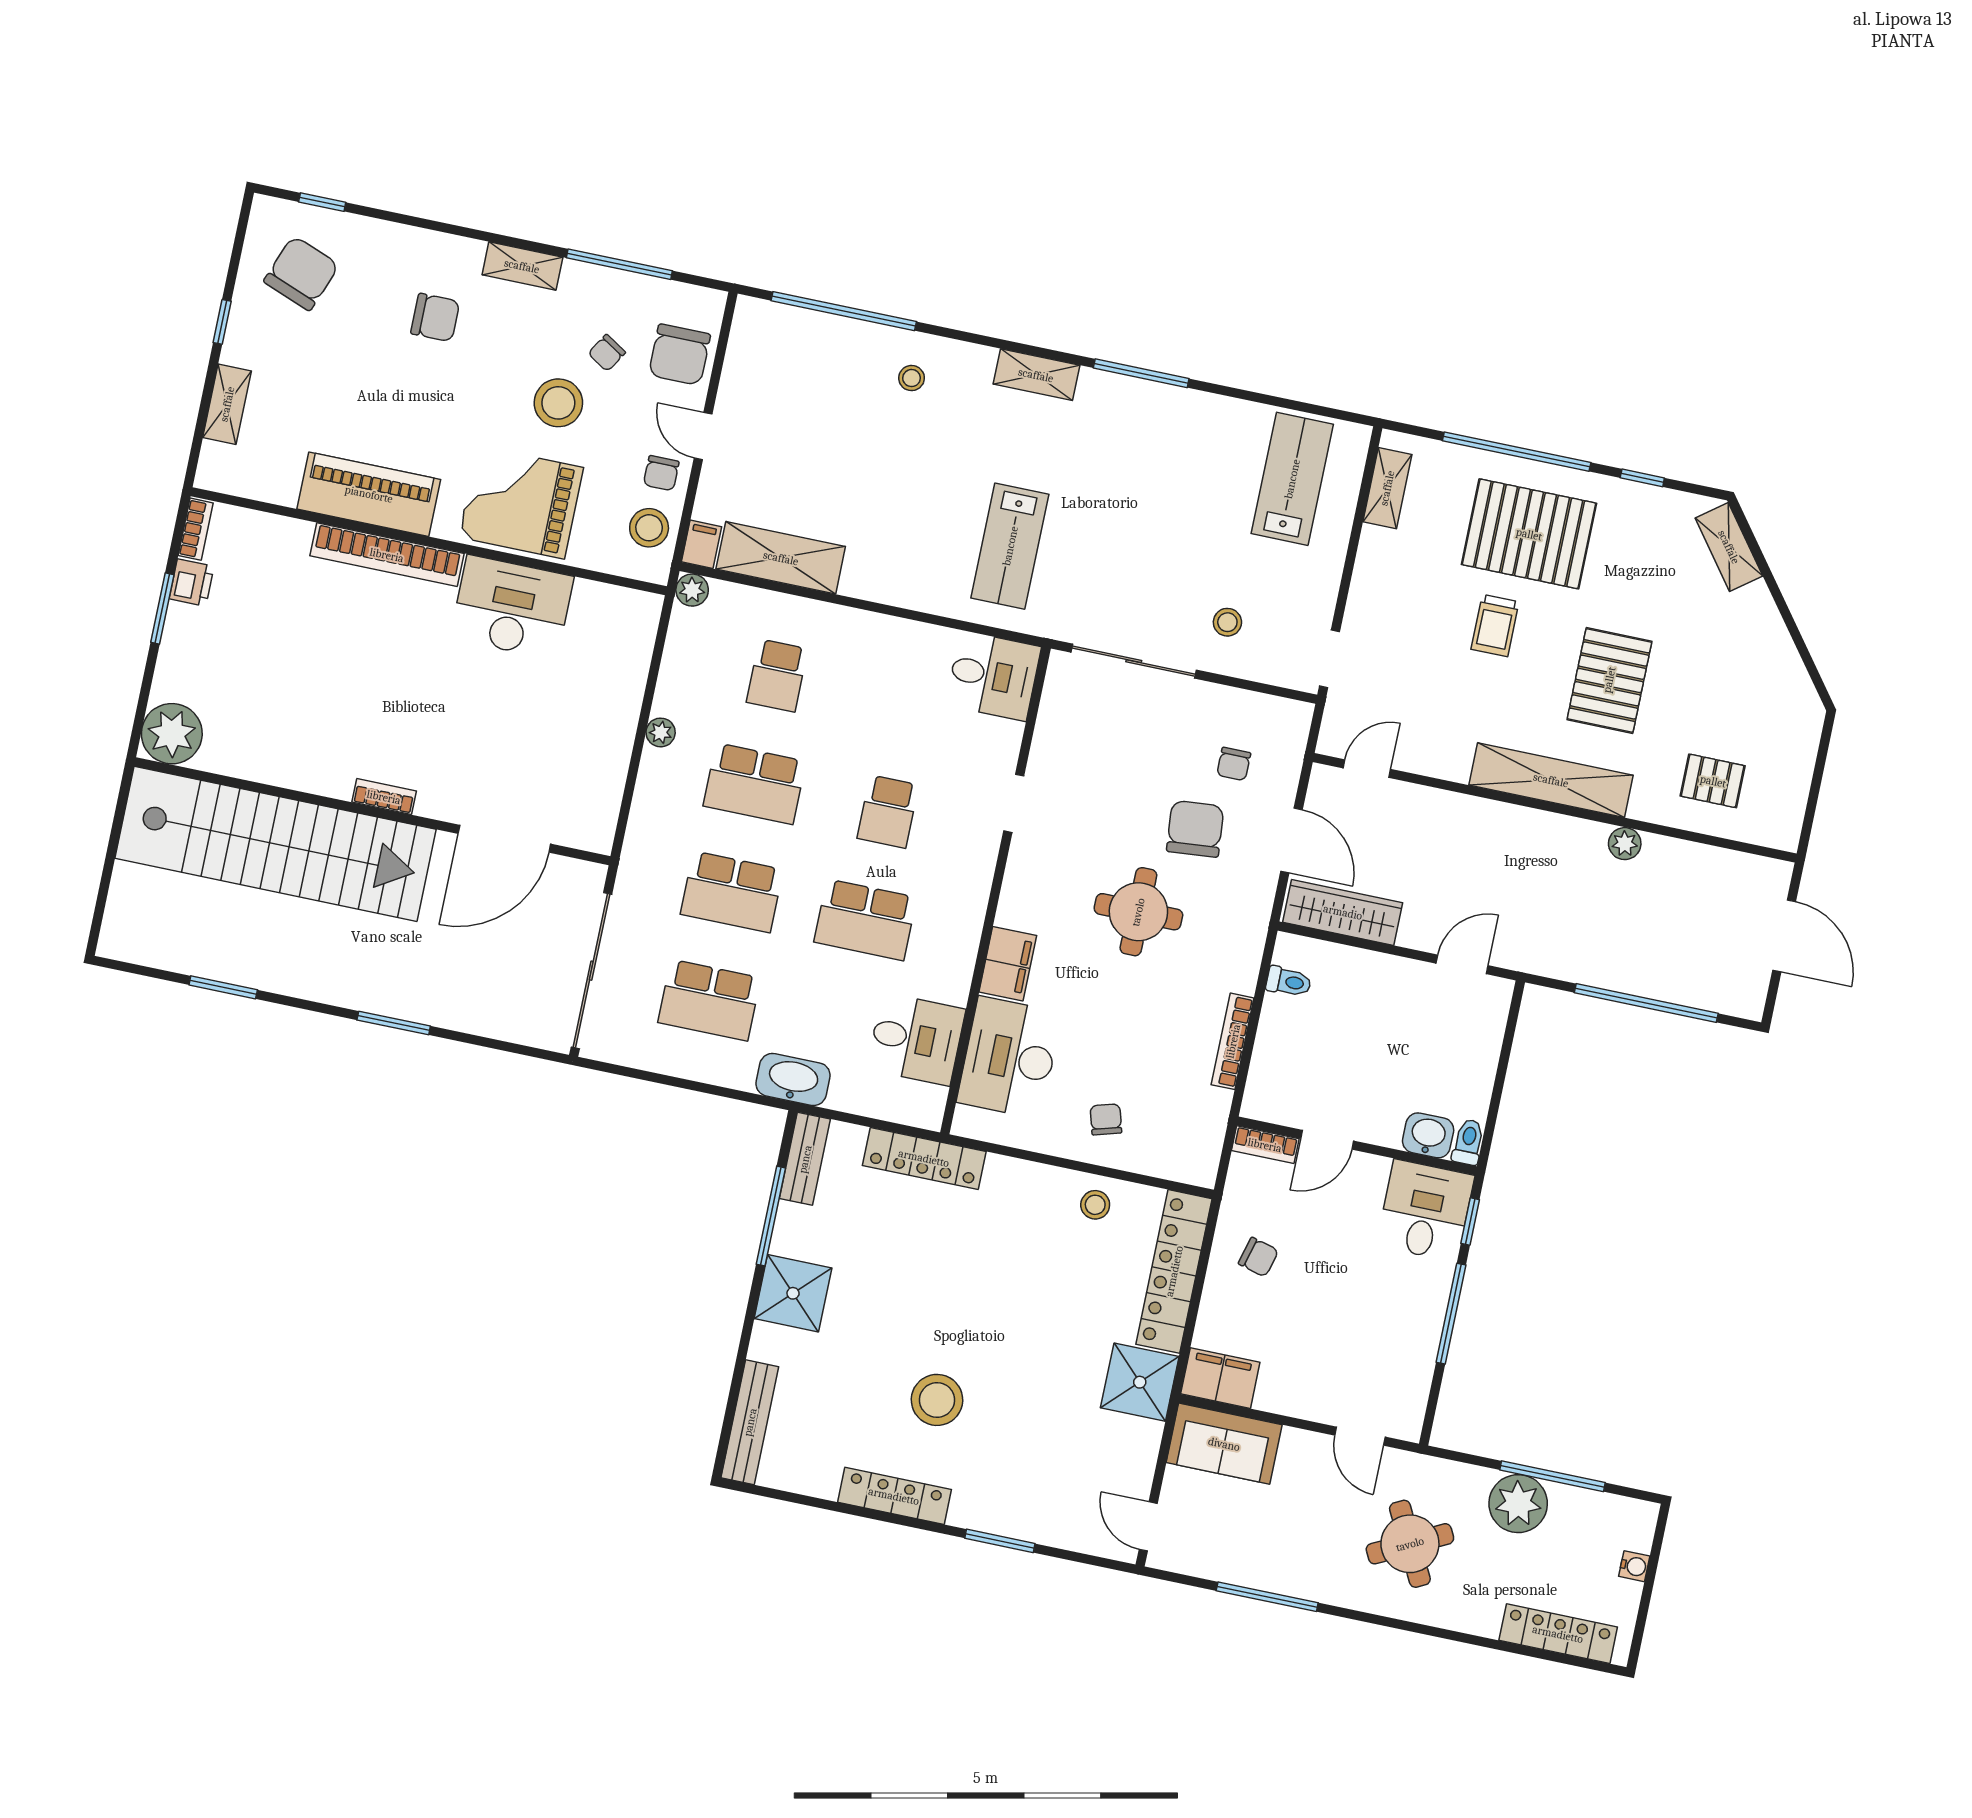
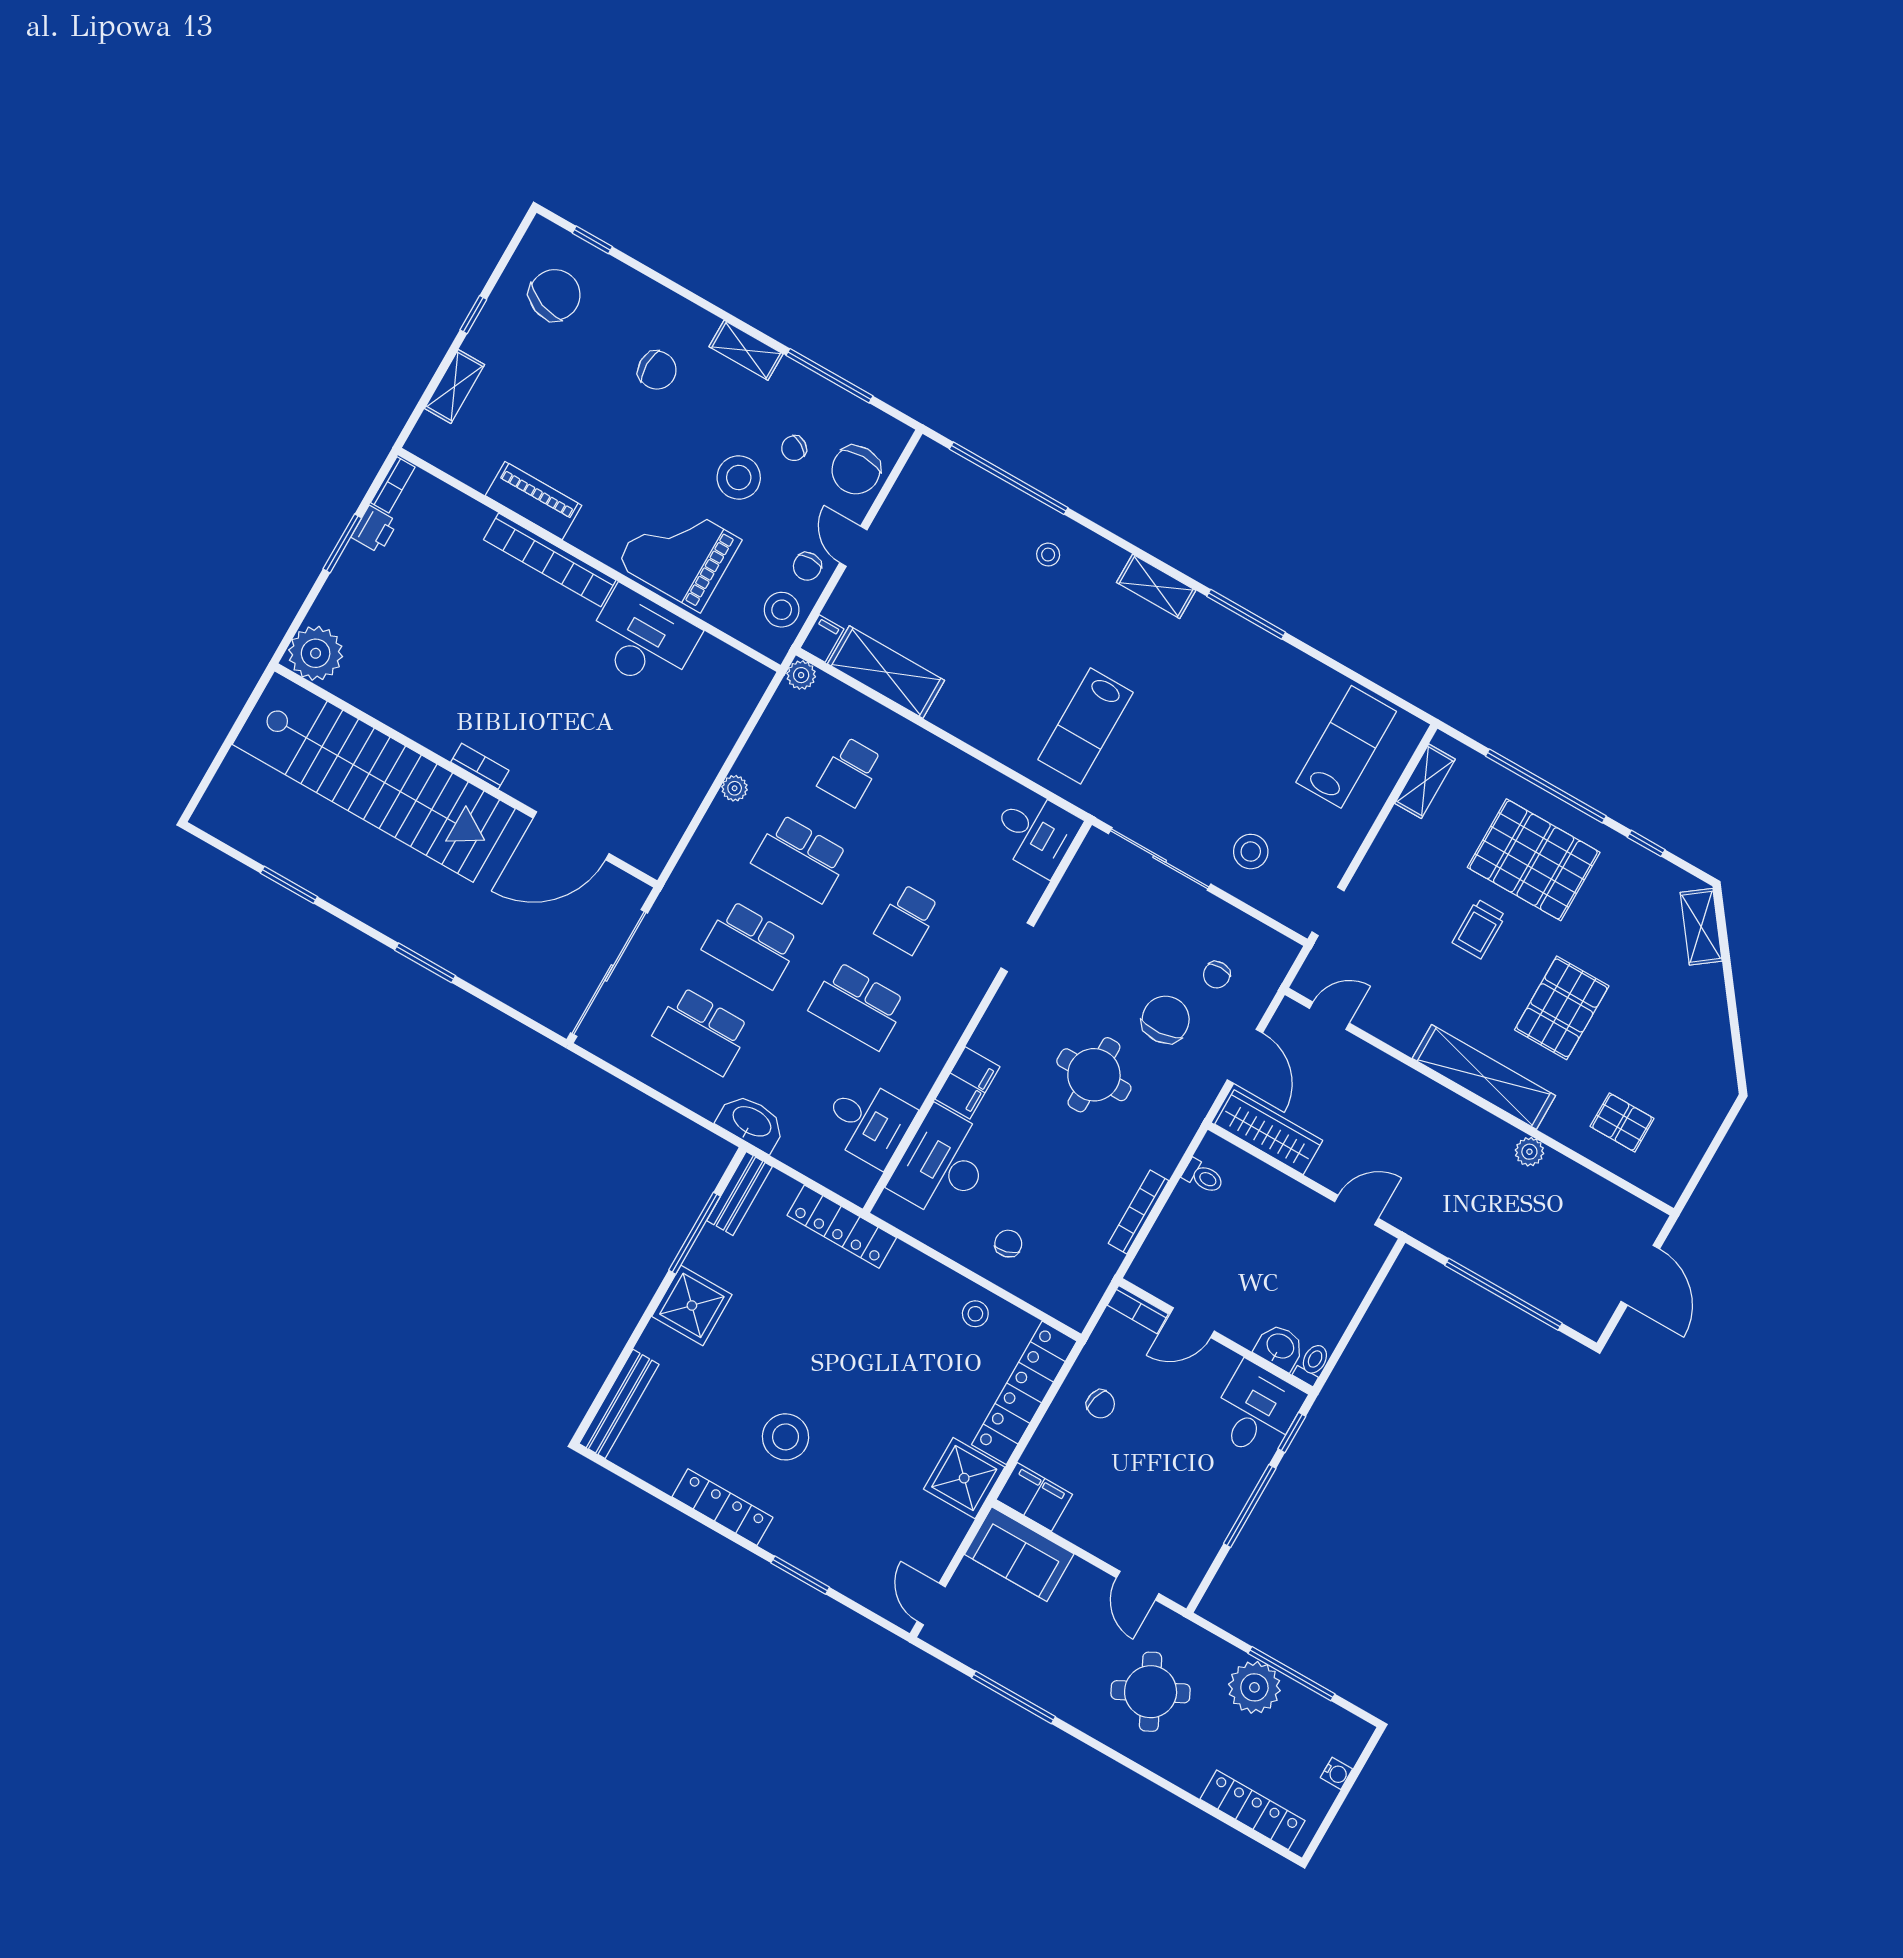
piano: (369, 494) -> (534, 501), width x0.73, depth x0.75
stool: (1227, 622) -> (1251, 852), width x1.37, depth x1.37

